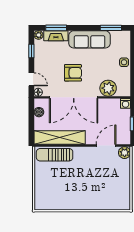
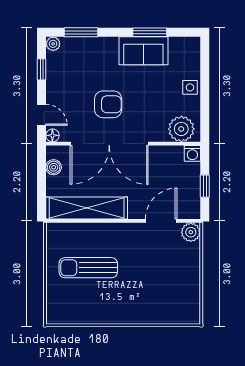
window: (111, 28) -> (150, 32), moved
fireplace: (56, 36) -> (81, 45), removed
sofa: (89, 39) -> (143, 51), width x0.73
plant: (108, 88) -> (181, 129), moved
sun lounger: (55, 155) -> (88, 268), moved

